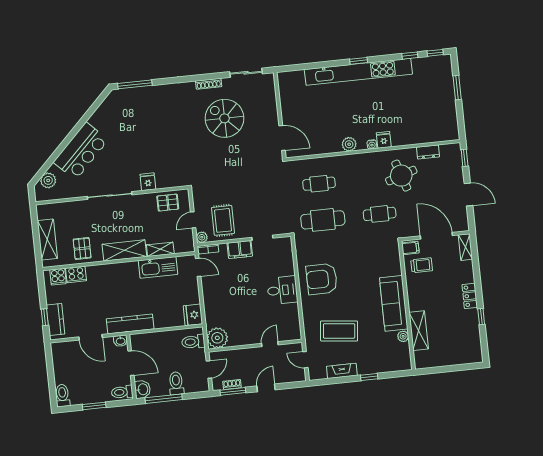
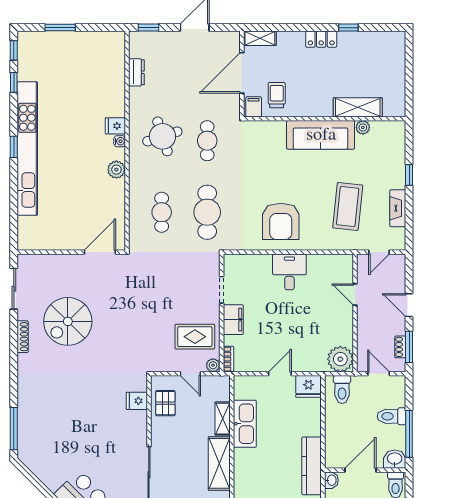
round table: (401, 176) -> (162, 136), moved
fridge: (148, 182) -> (137, 401), moved
door: (198, 267) -> (280, 374), moved

